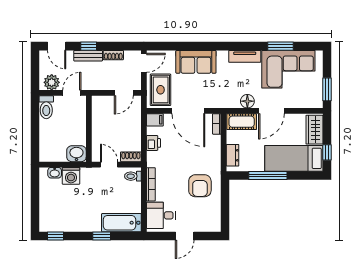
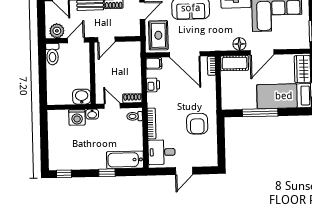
door: (124, 93) -> (106, 39), moved
dresser: (233, 155) -> (227, 95), removed
washbasin: (55, 173) -> (92, 114), moved

